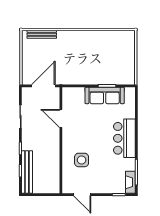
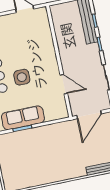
side table: (82, 160) -> (22, 77), moved

